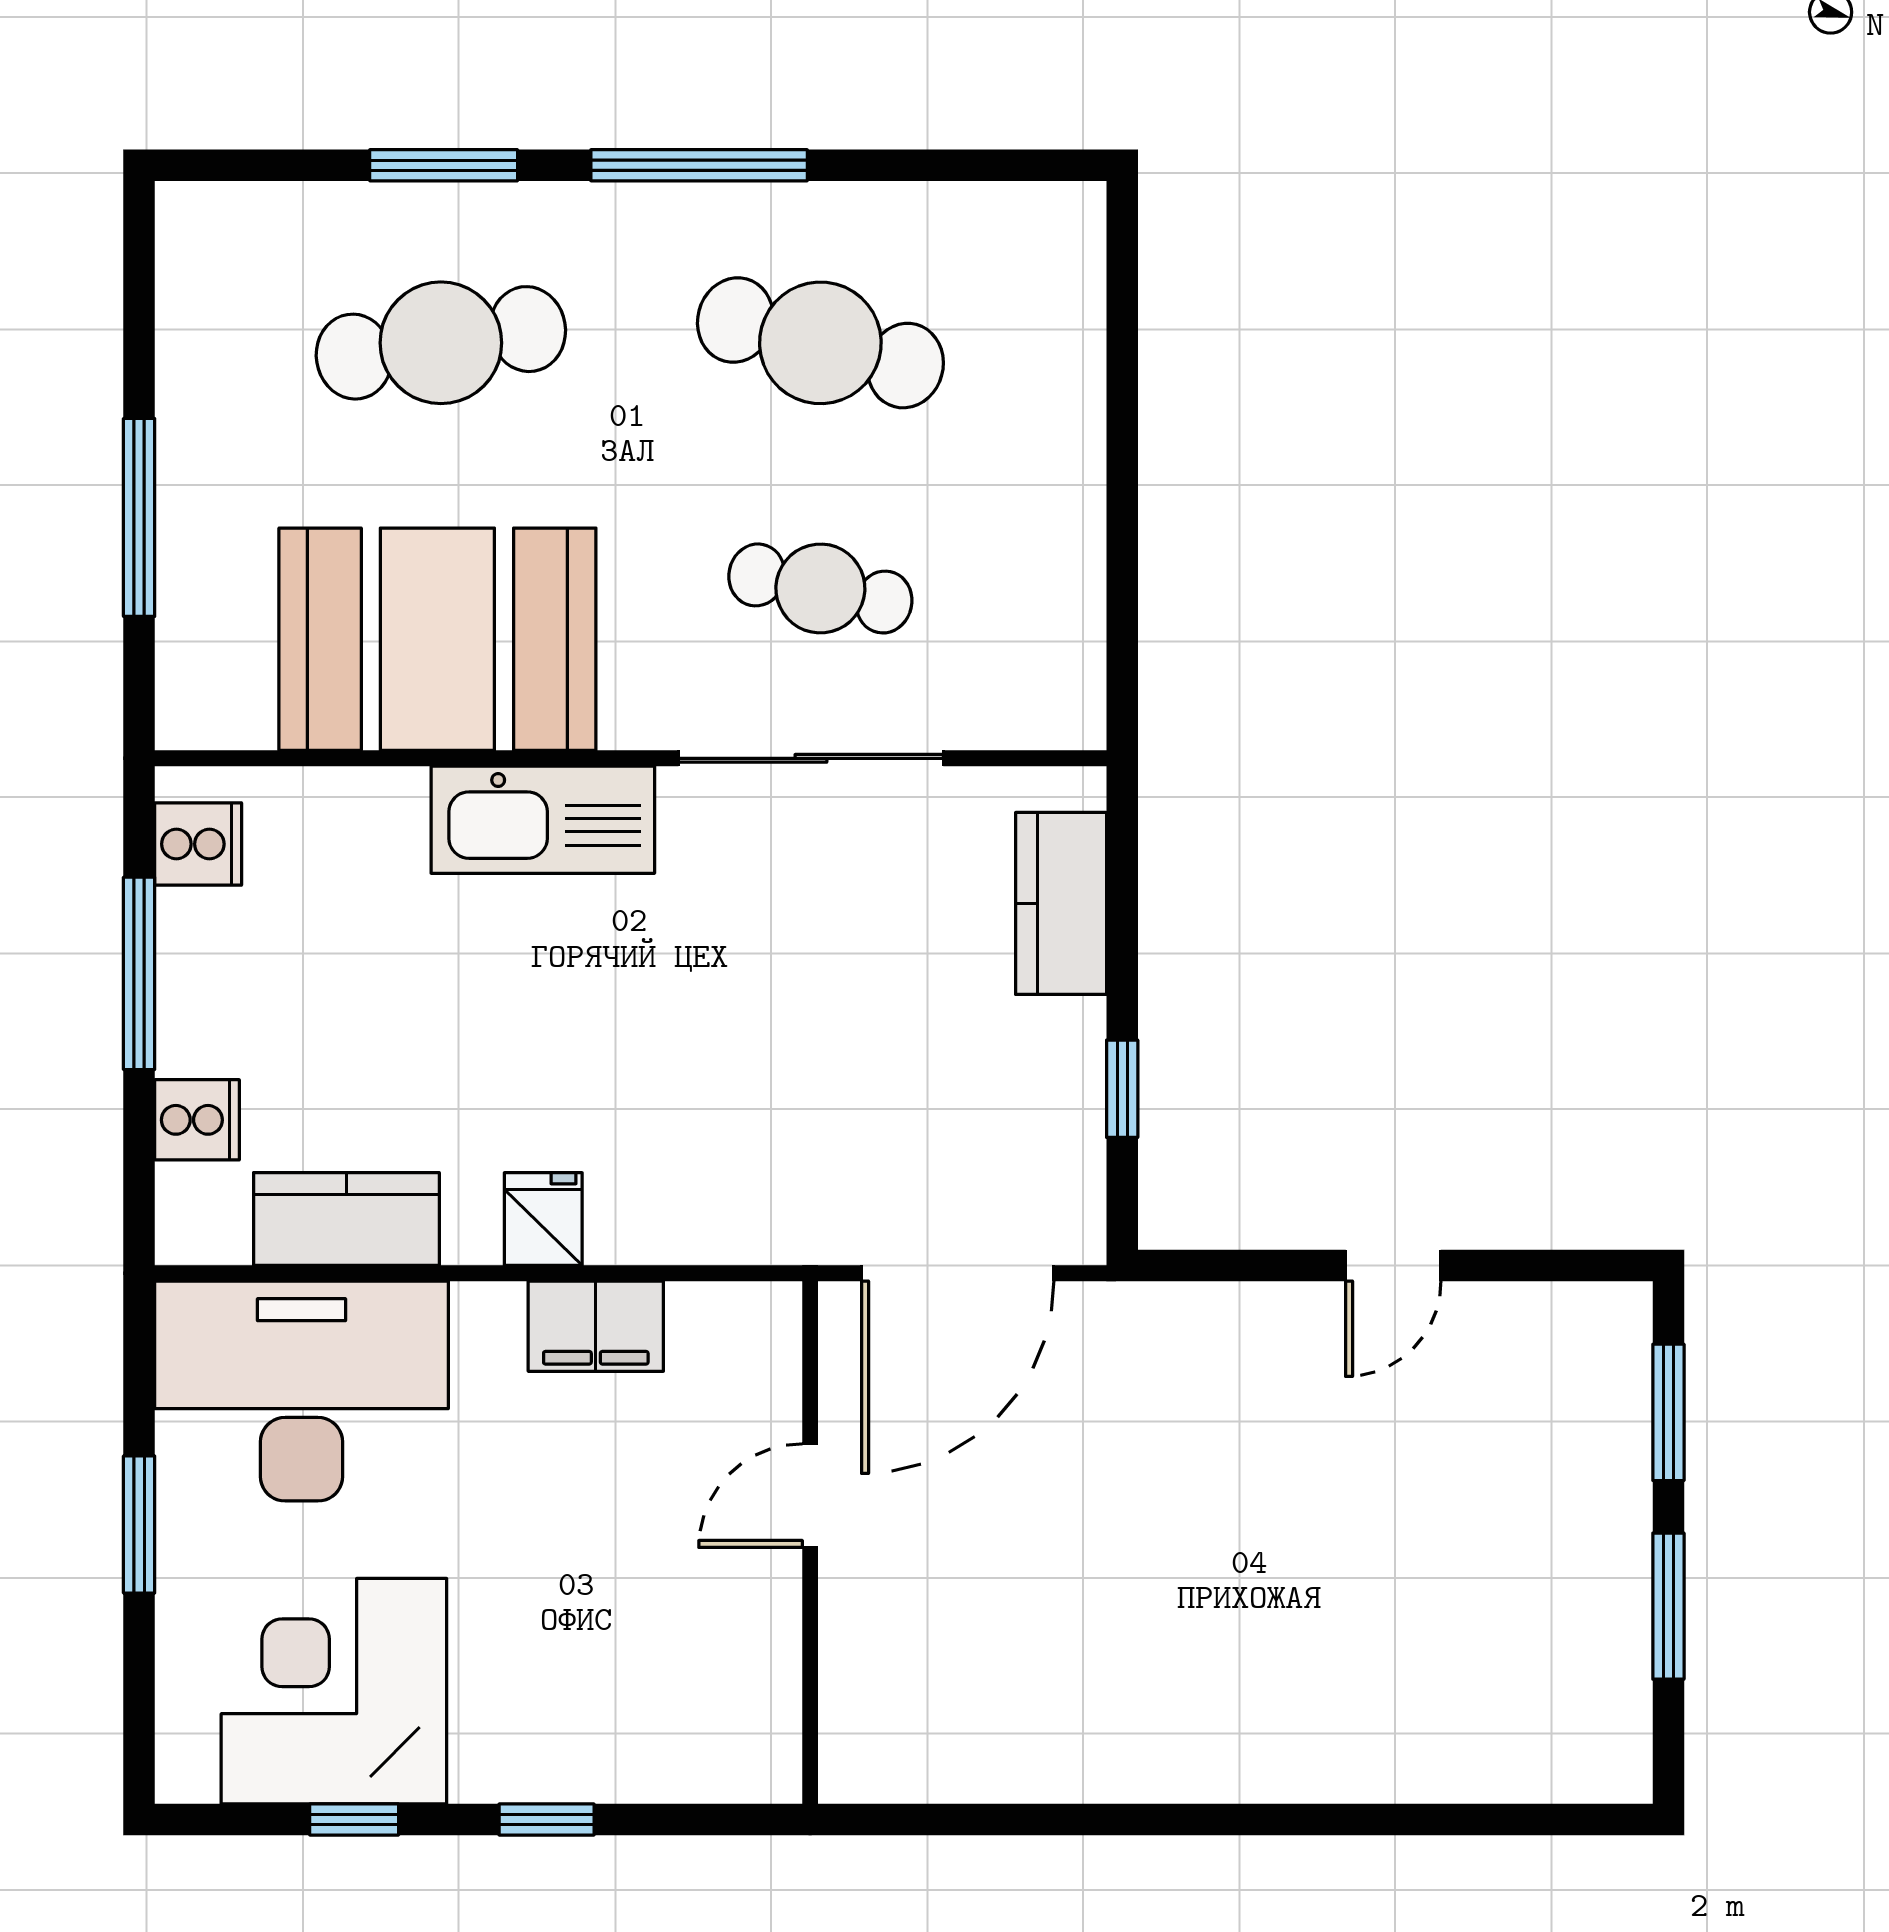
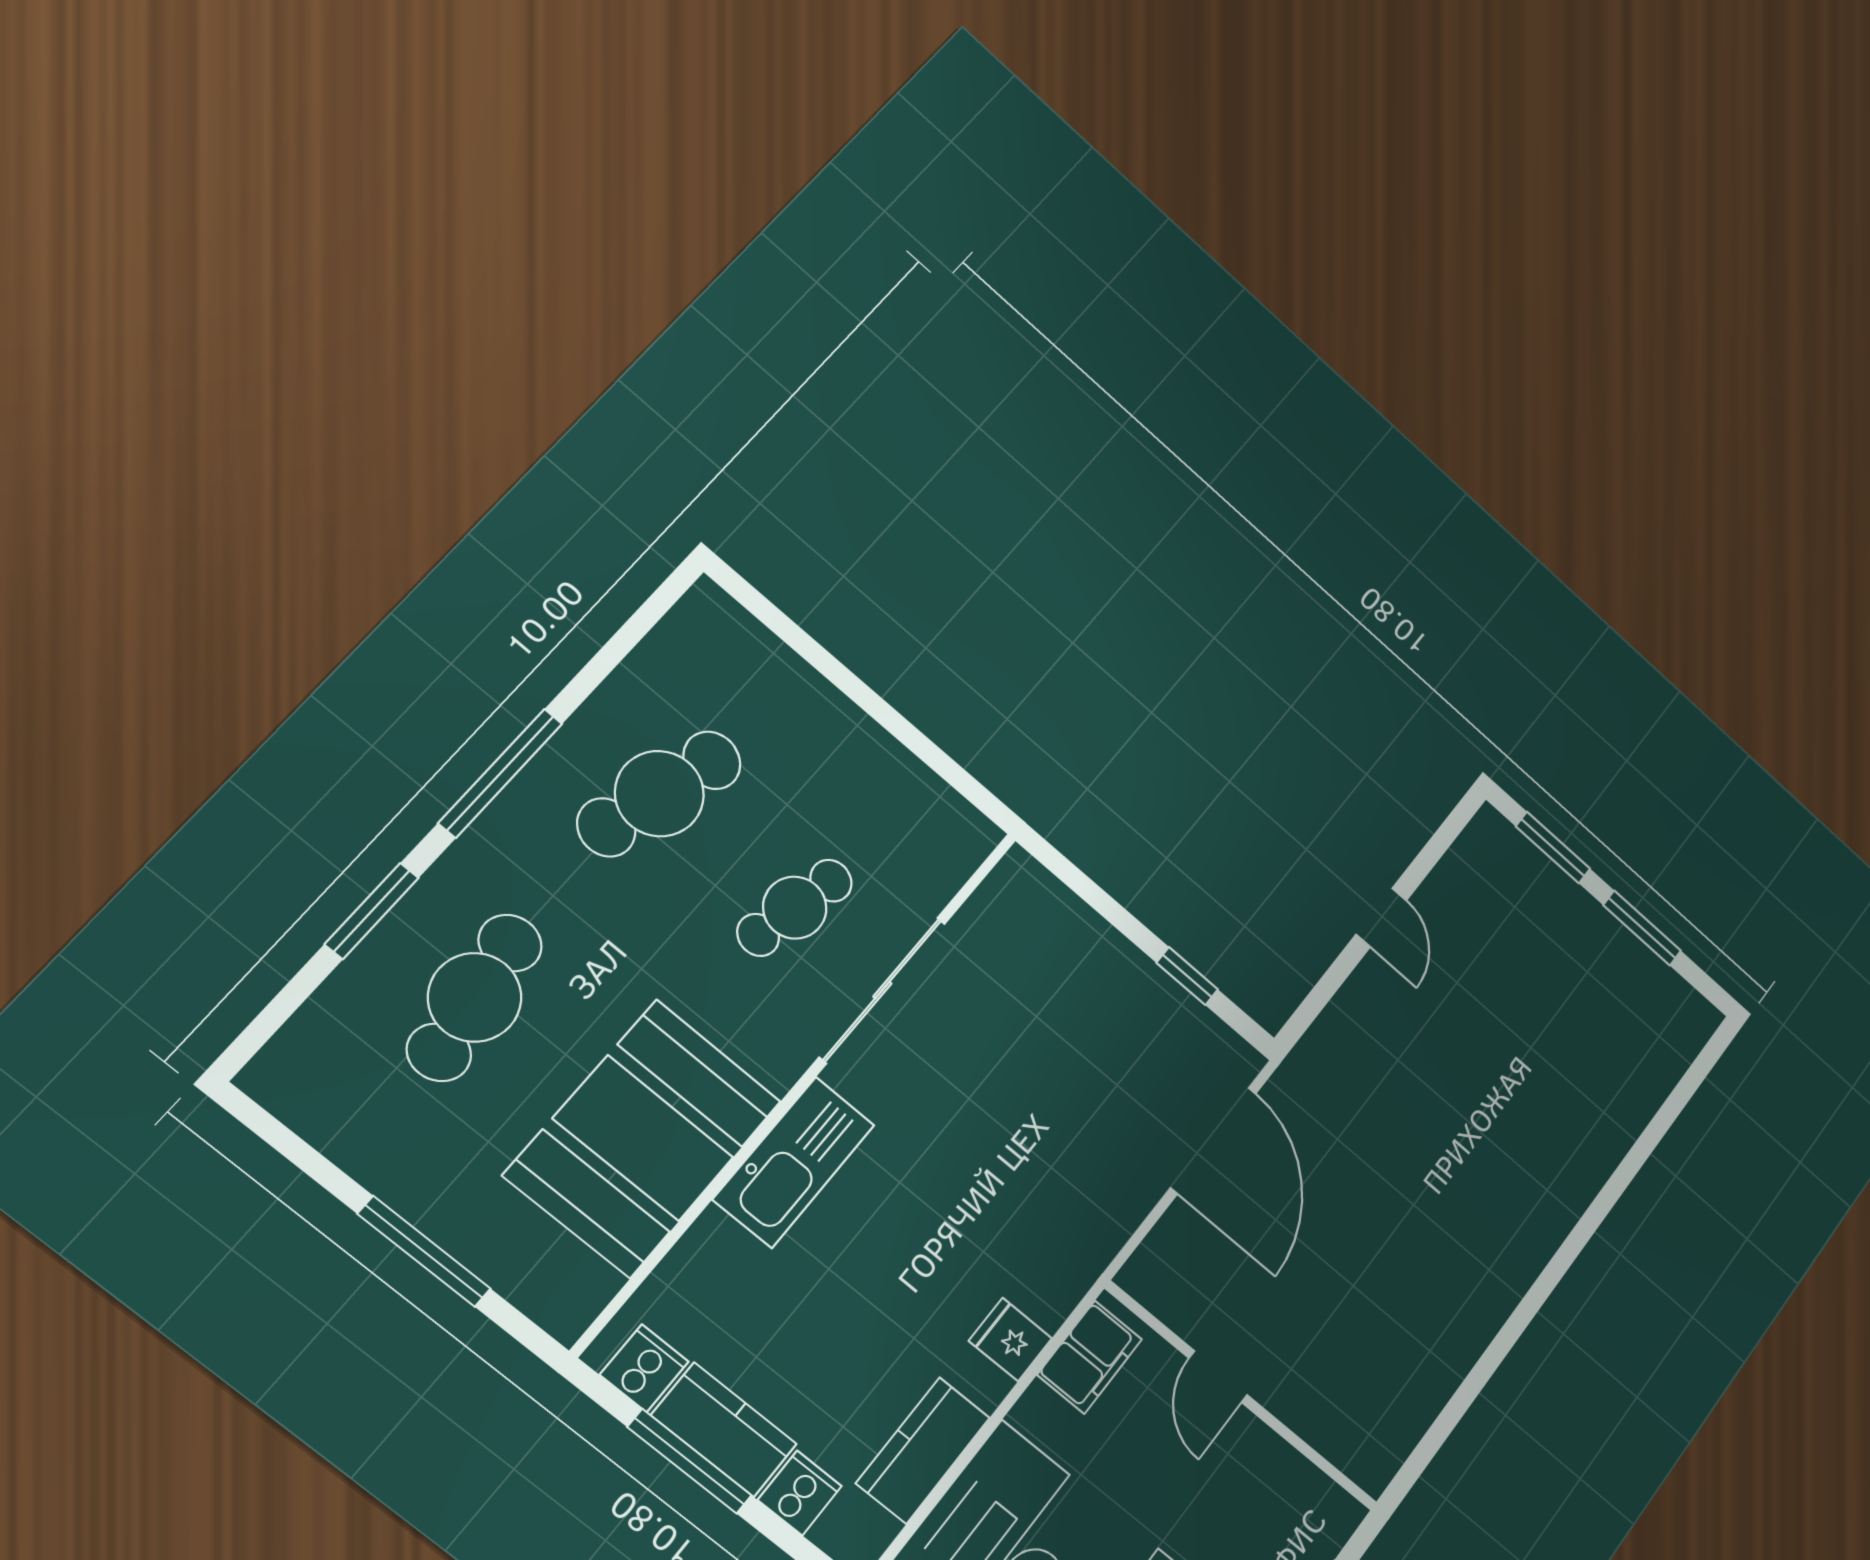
kitchen counter: (1061, 903) -> (724, 1430), moved, turned 180
door: (810, 1496) -> (1218, 1377), moved
wall: (810, 1542) -> (1242, 1396), moved

